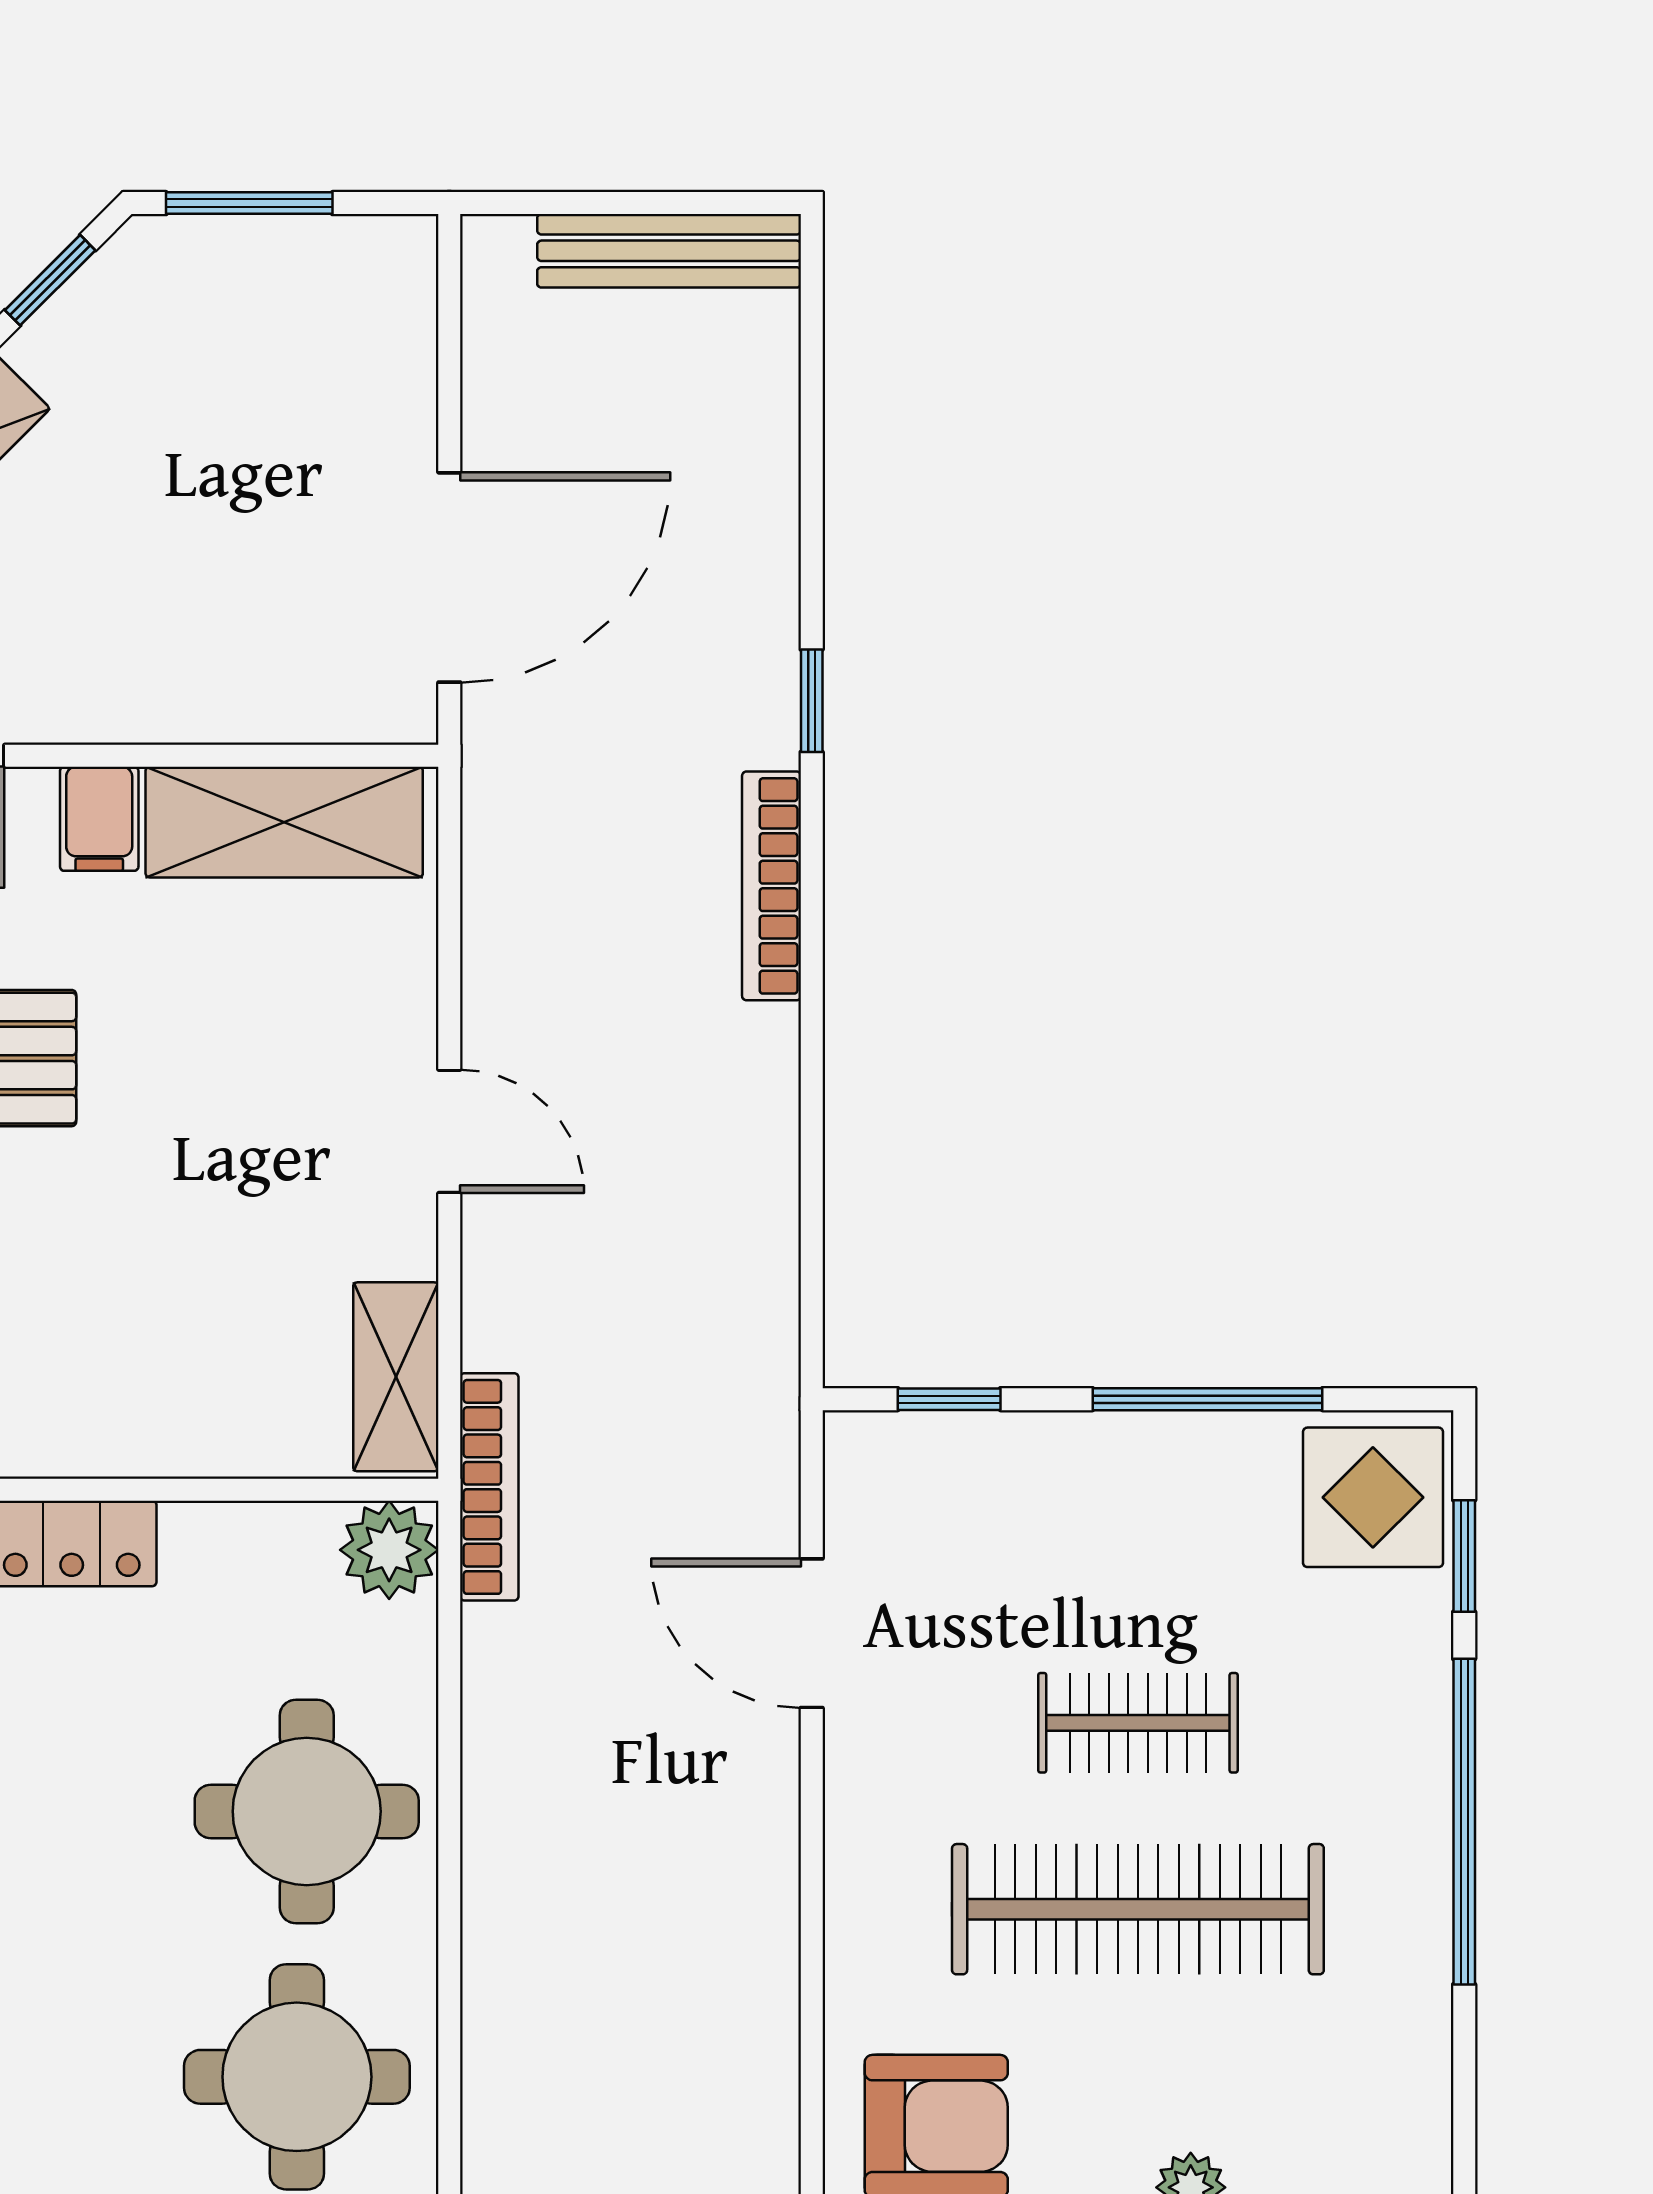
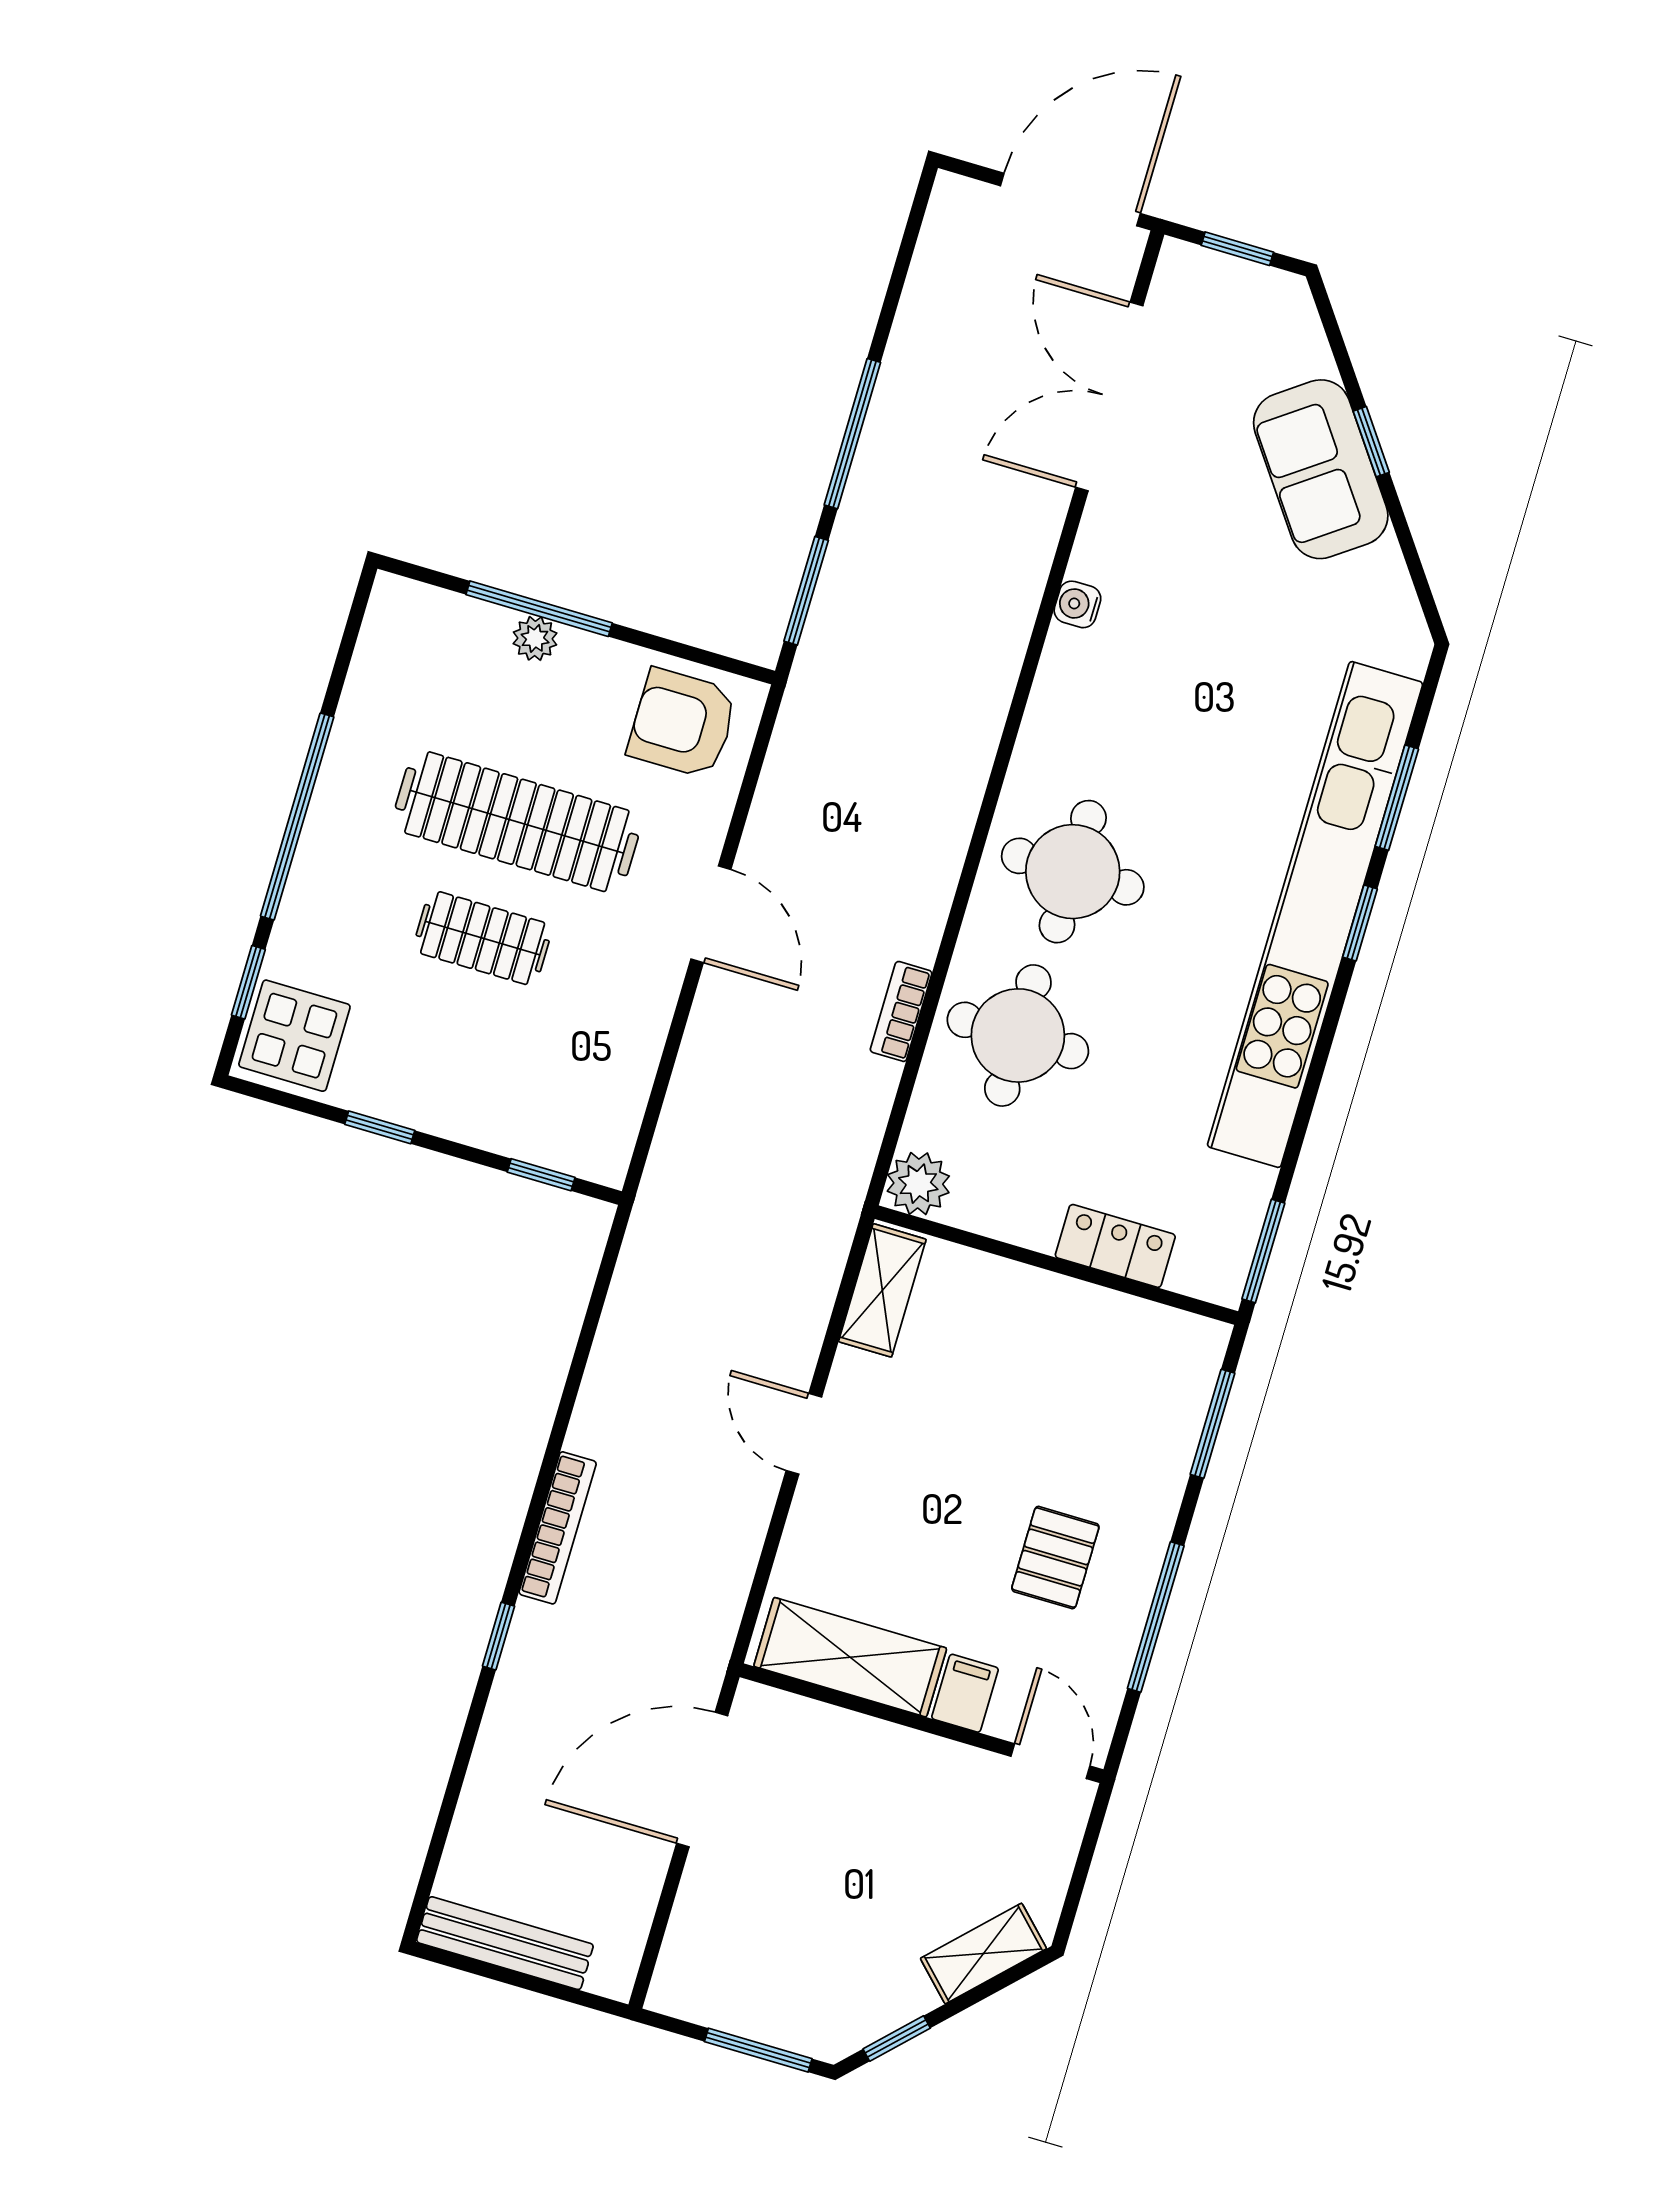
window: (1208, 1399) -> (380, 1127), width x0.46
bookcase: (489, 1487) -> (901, 1011), moved, width x0.64
door: (812, 1633) -> (711, 914), moved

